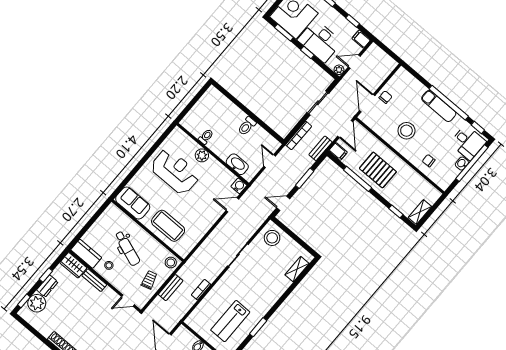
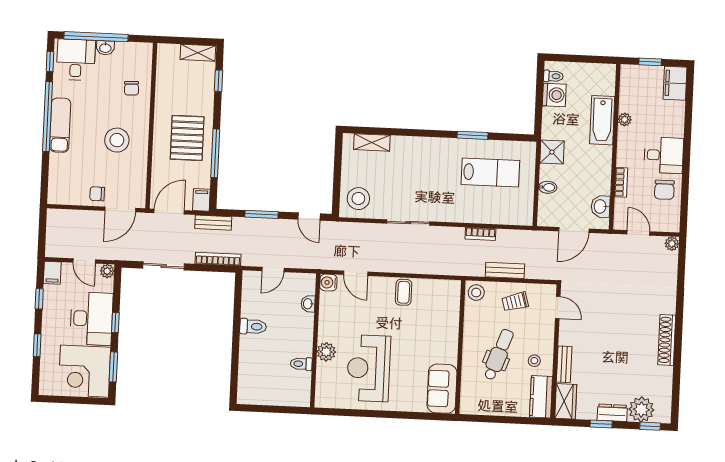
washbasin: (237, 164) -> (308, 304), width x0.52, depth x0.69
coffee table: (168, 226) -> (404, 292), moved, width x0.54, depth x0.58

